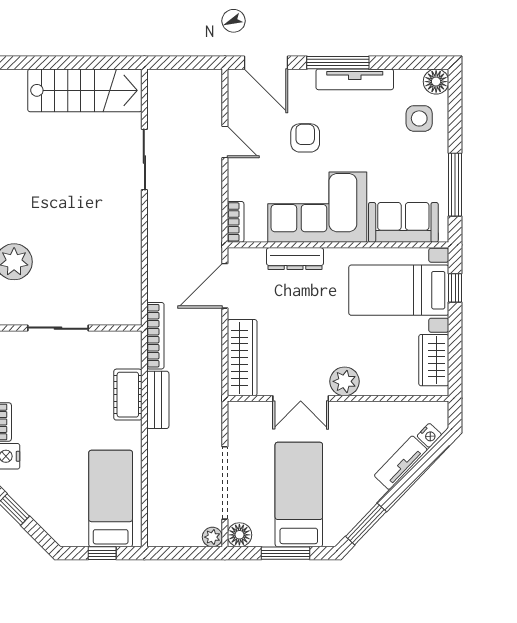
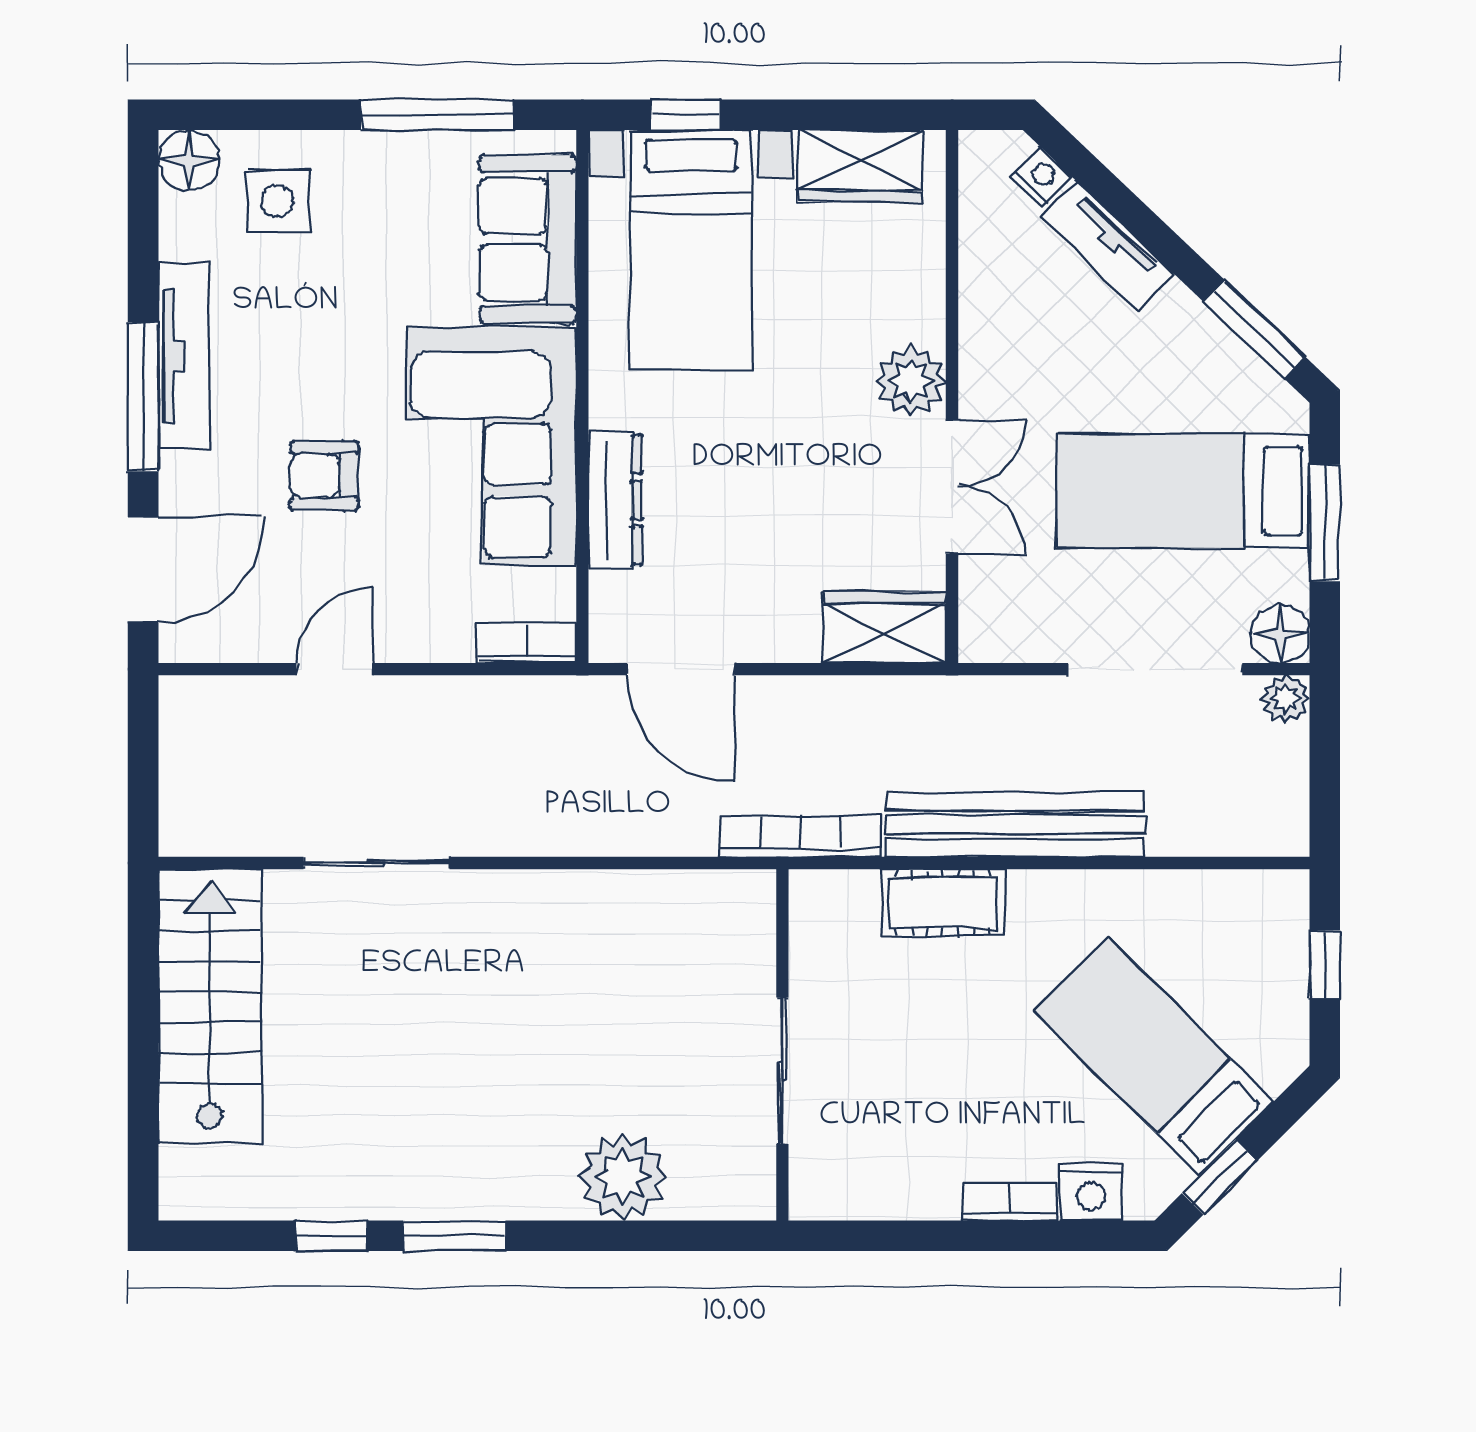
wardrobe: (242, 358) -> (885, 627), width x0.67
bench: (158, 400) -> (1015, 825), width x1.86, depth x1.21
bed: (111, 499) -> (1154, 1057), moved, turned 45

